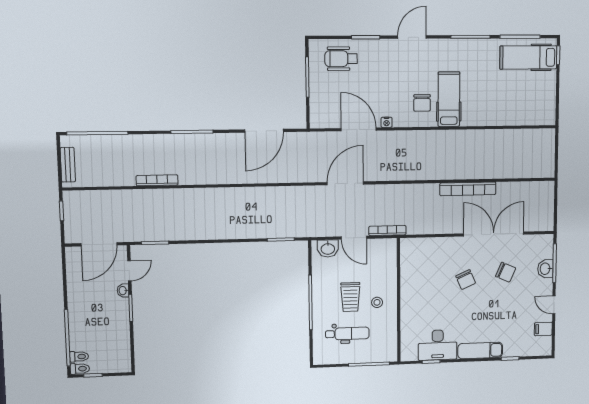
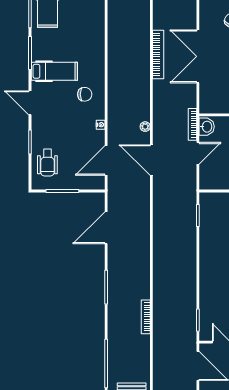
hospital bed: (449, 99) -> (54, 71), moved, turned 180
door: (359, 129) -> (106, 160), moved
door: (264, 131) -> (106, 228), swing flipped
plant: (385, 175) -> (145, 127), added
double door: (494, 234) -> (198, 56), moved
washbasin: (328, 249) -> (207, 127), moved

